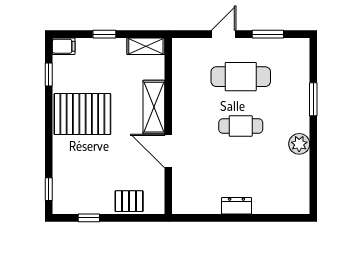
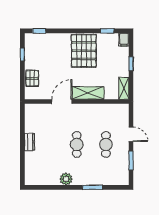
cafe table: (241, 77) -> (106, 144), width x0.73, depth x0.74

